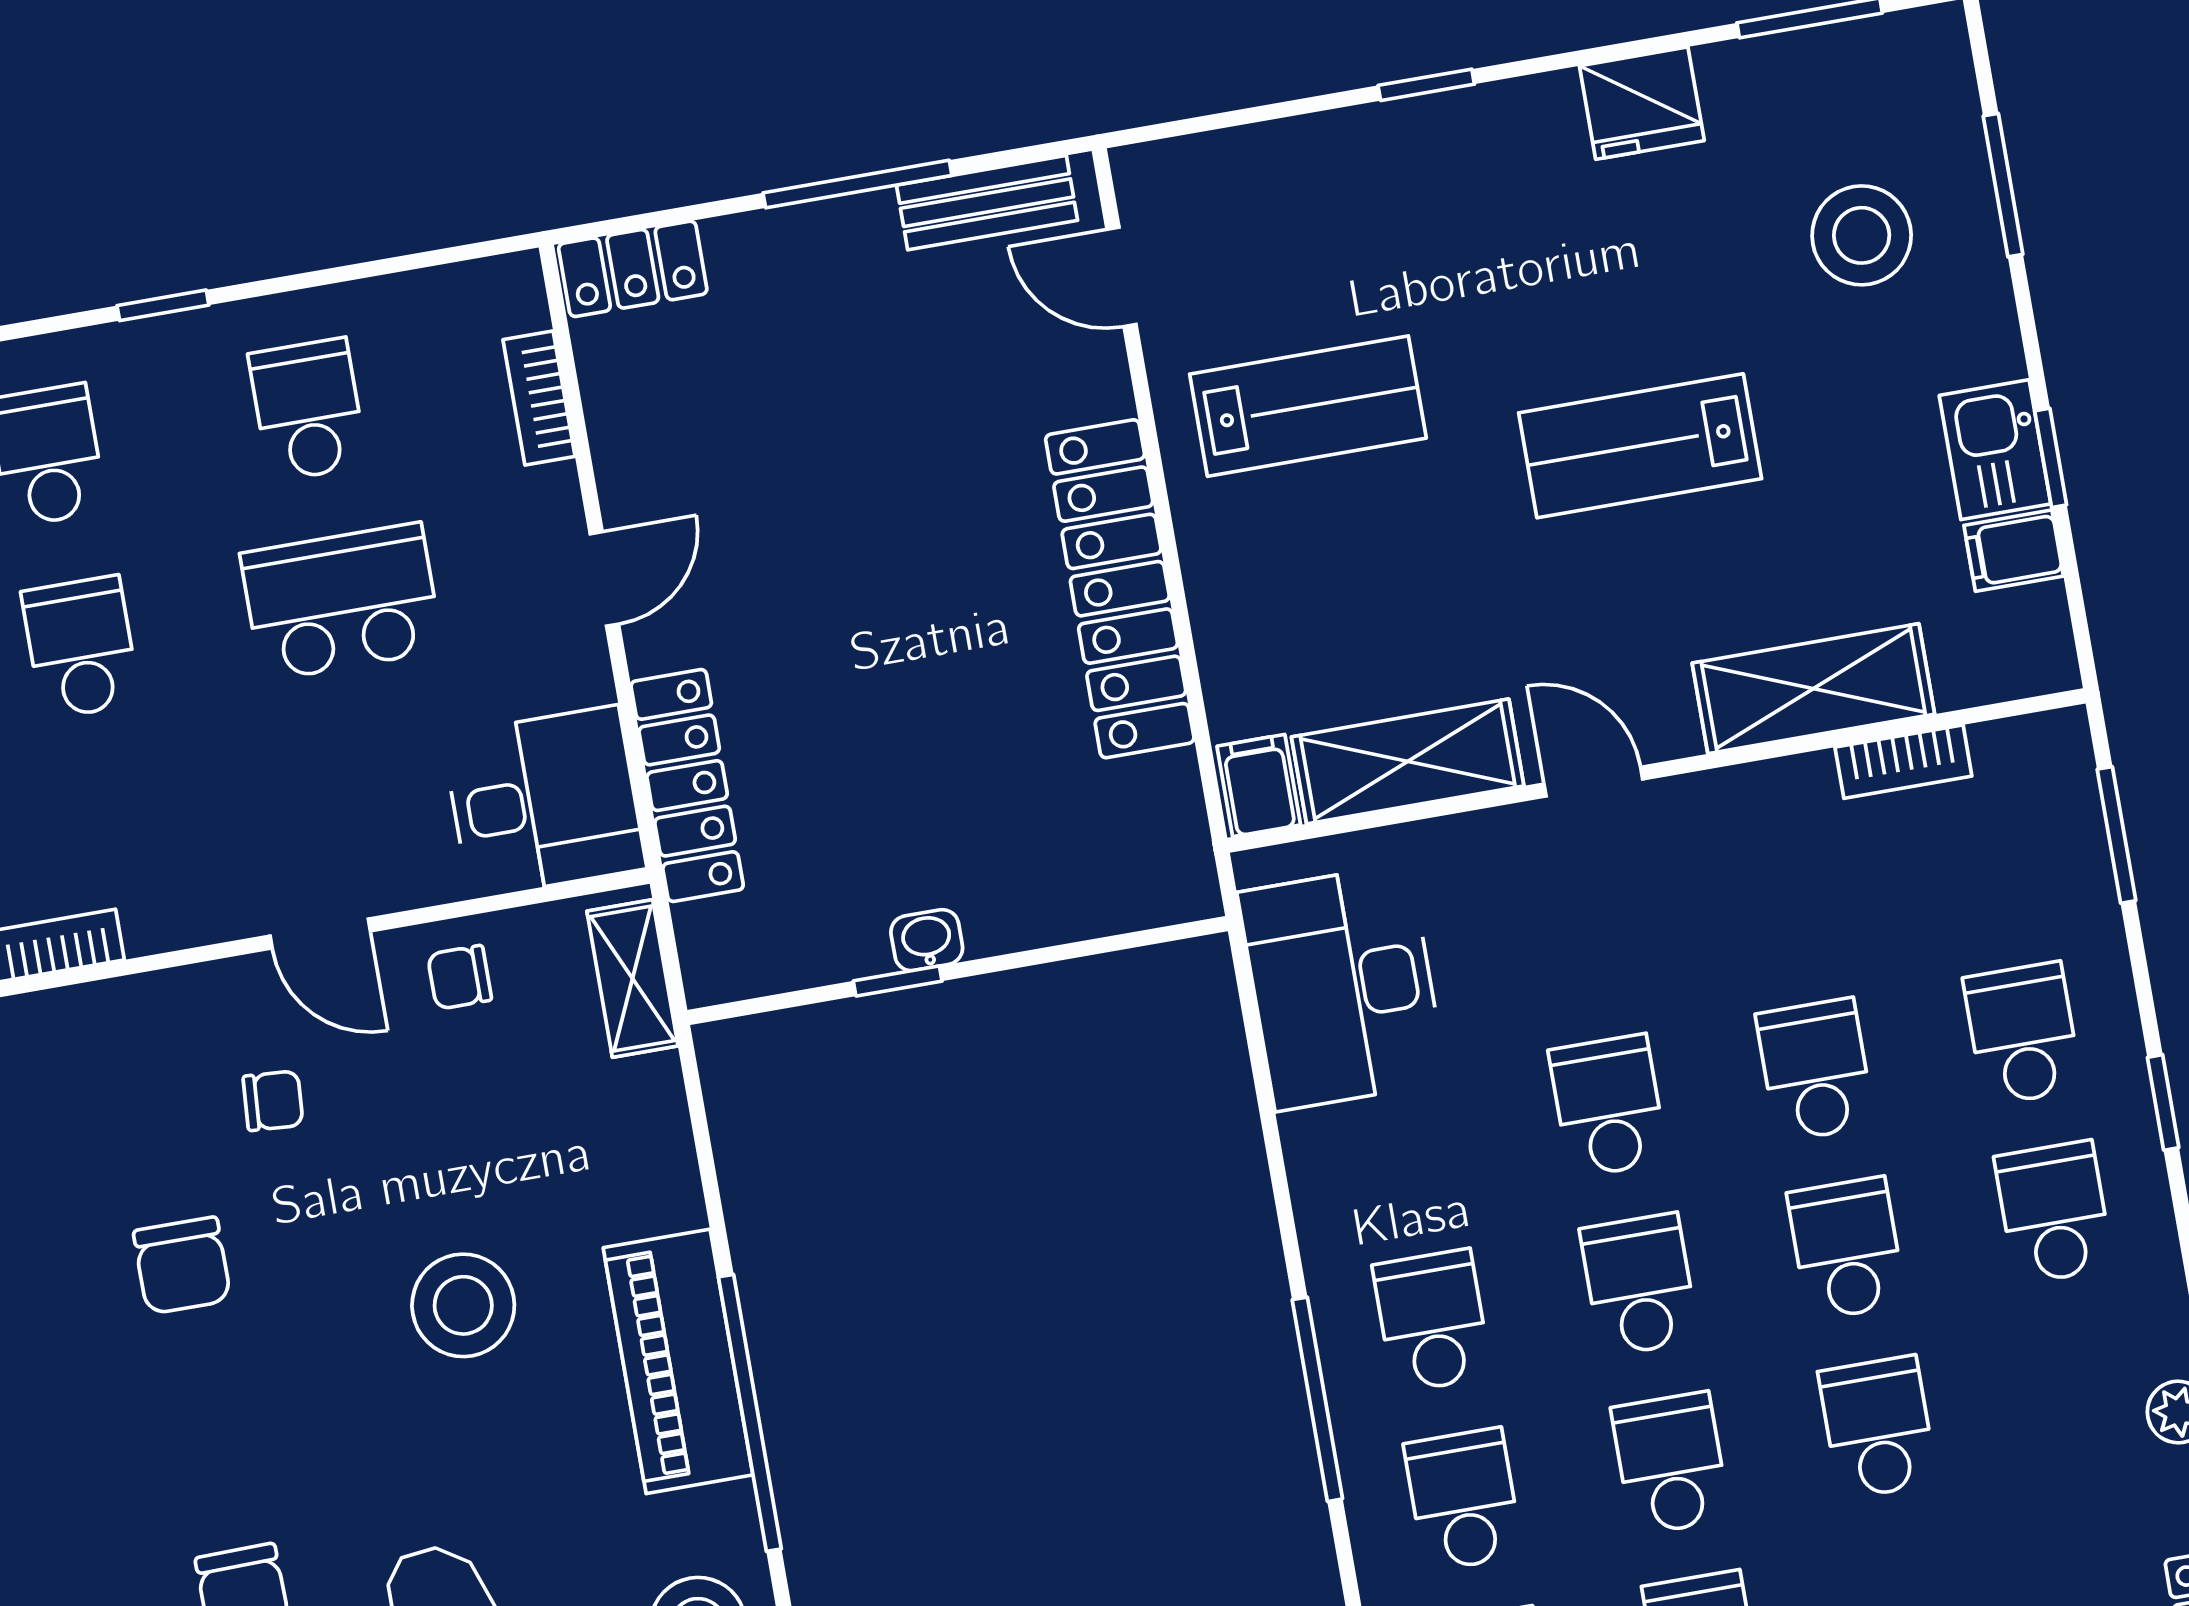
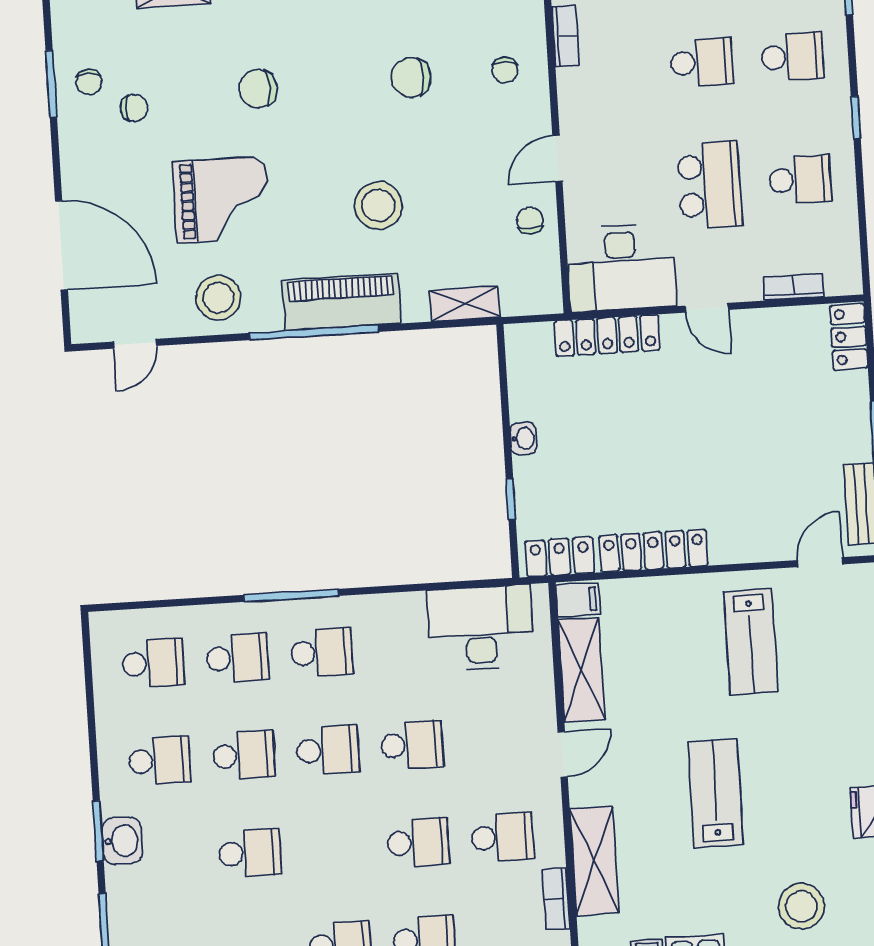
locker: (1120, 589) -> (653, 551), width x0.71, depth x0.83
desk: (544, 802) -> (621, 268), width x1.37
locker: (1172, 835) -> (560, 557), added
shelving: (632, 979) -> (465, 304), moved
window: (898, 981) -> (511, 499), moved
chair: (273, 1101) -> (505, 70), moved
school desk: (1847, 1249) -> (502, 837), moved

